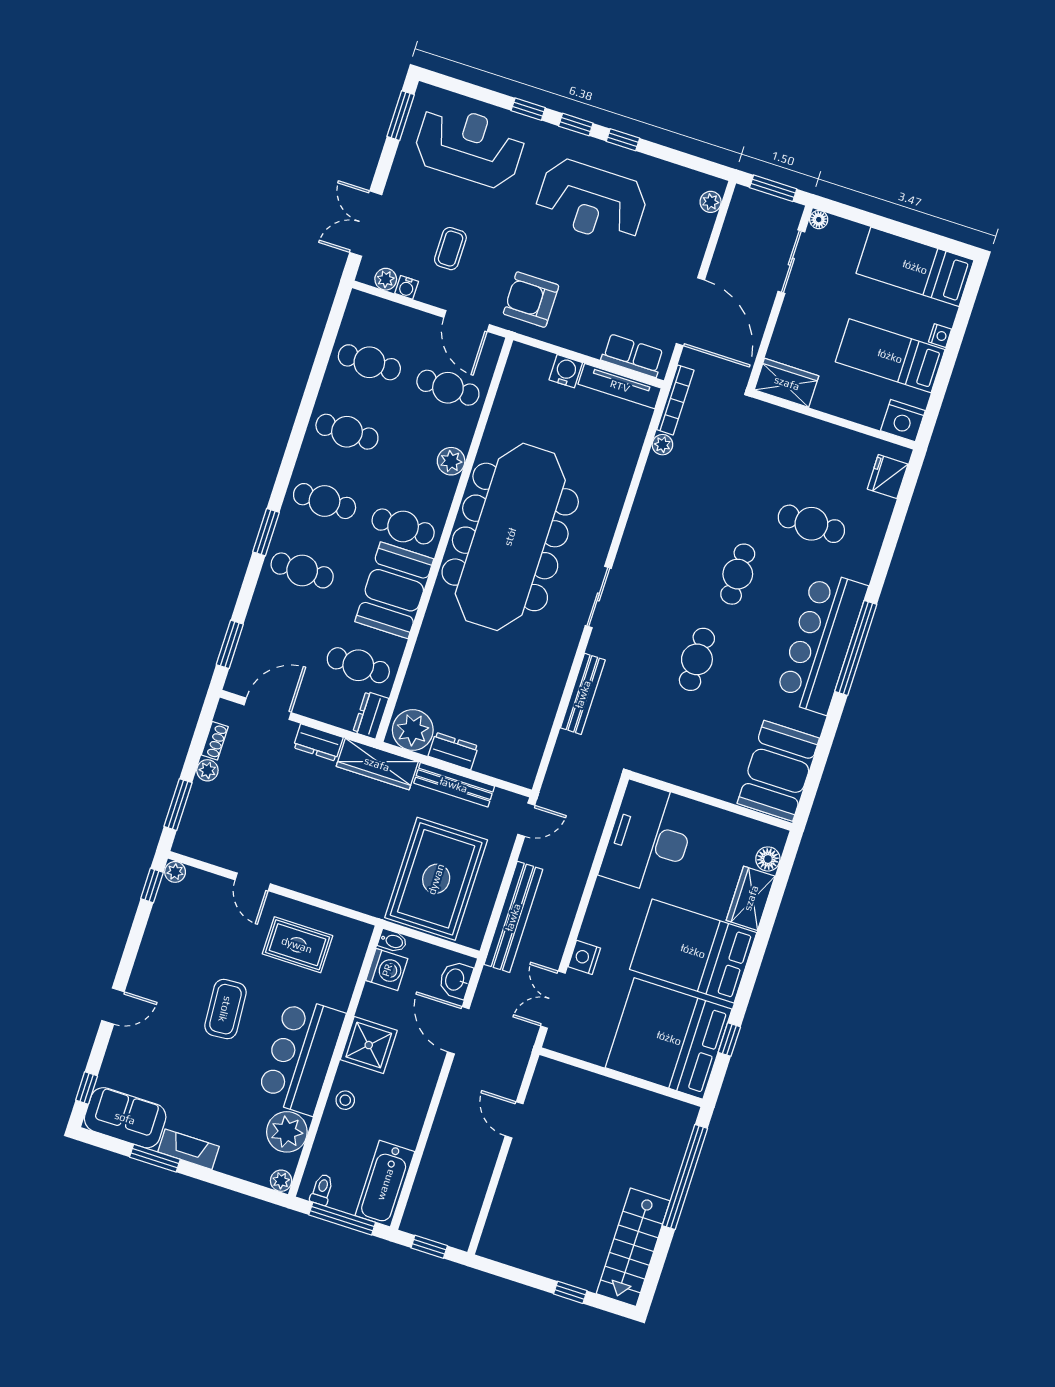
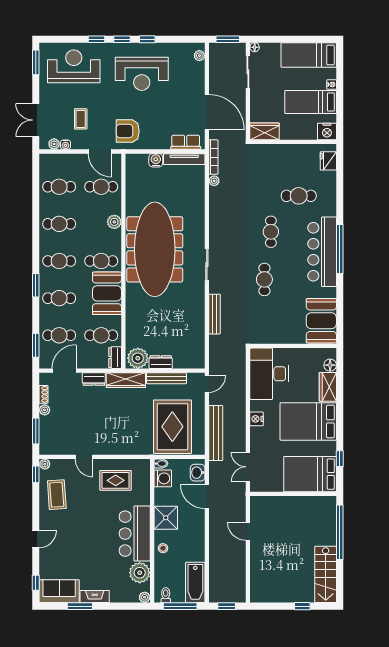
cafe table: (280, 640) -> (59, 335), added
nightstand: (584, 957) -> (257, 419), moved
coffee table: (225, 1009) -> (57, 495), moved
bed: (669, 1038) -> (310, 474), width x0.73

